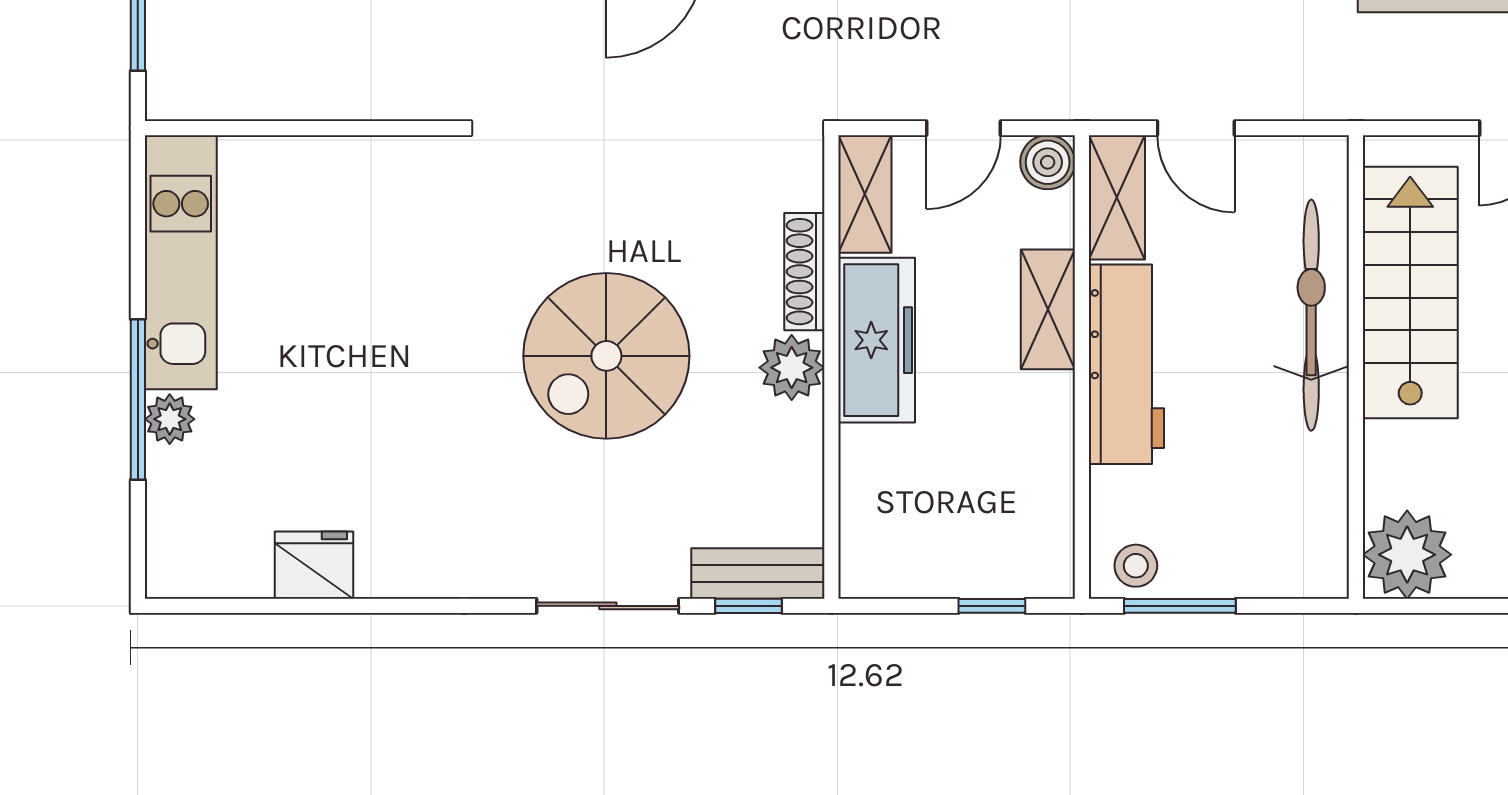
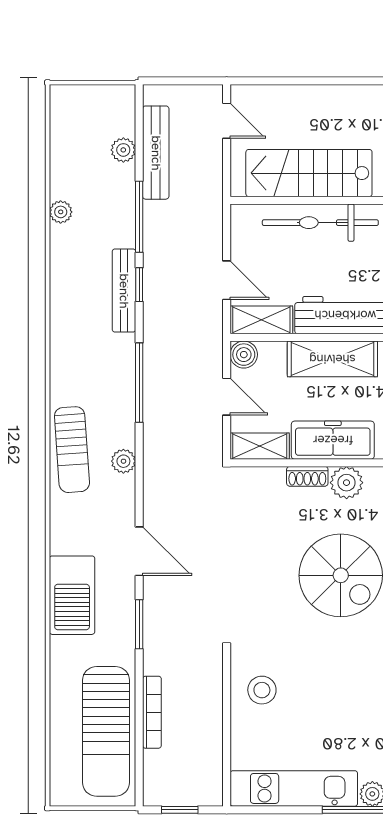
door: (1196, 128) -> (227, 280), hinge flipped
stool: (377, 199) -> (262, 690), added
shoe rack: (804, 272) -> (307, 476), width x0.70
shelving: (1048, 309) -> (332, 359), width x1.50, depth x1.33

